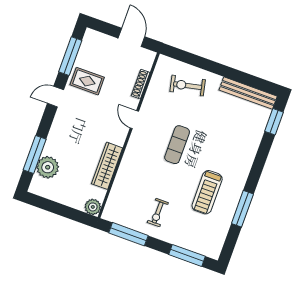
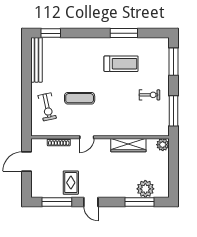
exercise mat: (177, 145) -> (80, 98), moved

